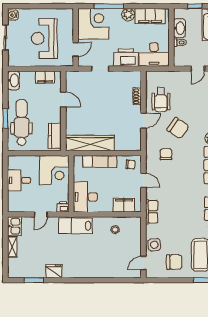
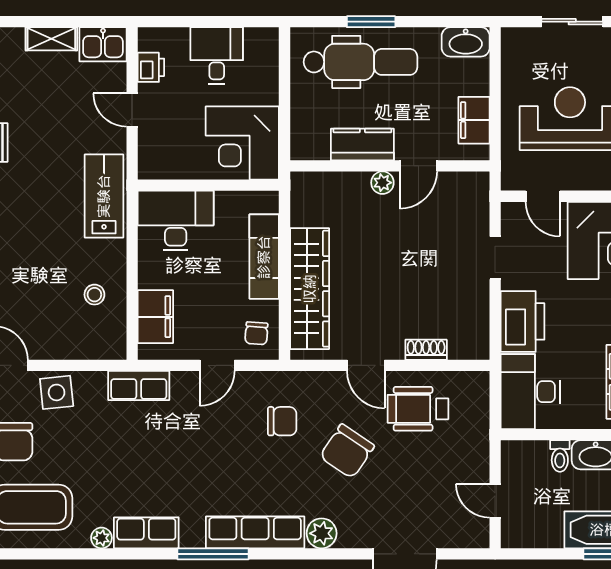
plant: (70, 114) -> (382, 183), added
kitchen counter: (55, 136) -> (362, 144), moved
wardrobe: (90, 143) -> (310, 289), moved
printer: (63, 207) -> (151, 67), moved

